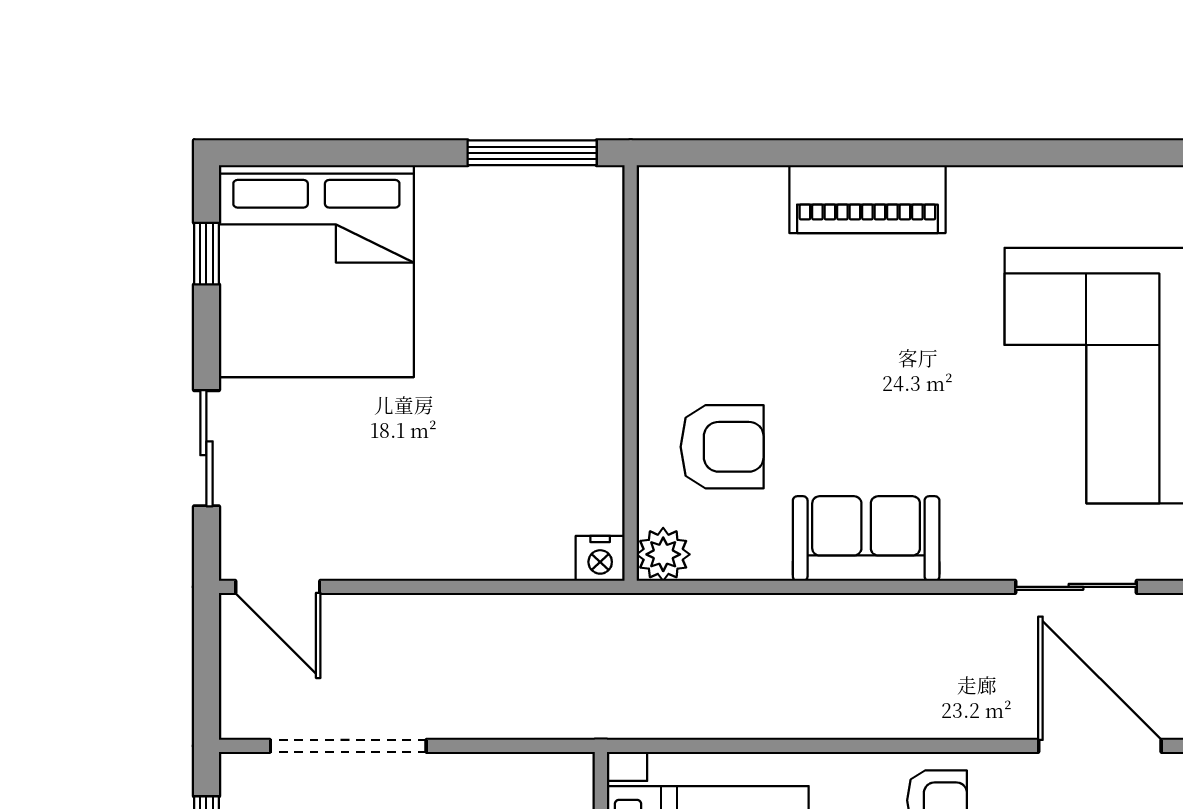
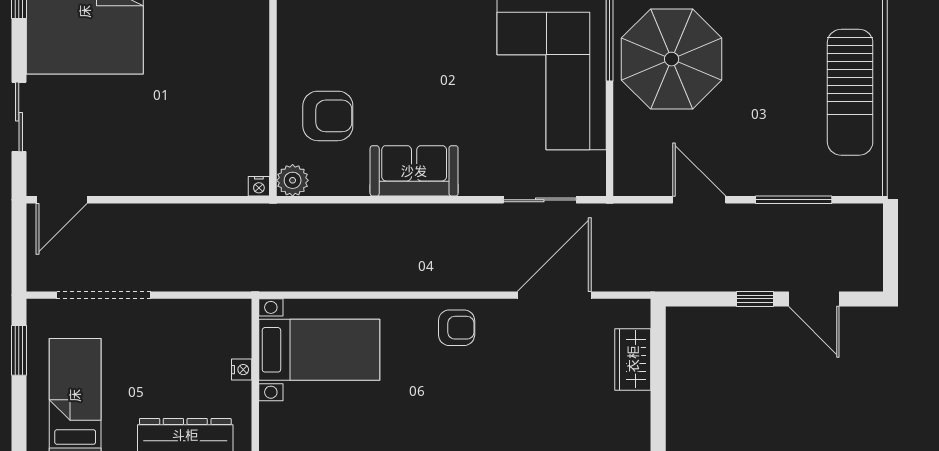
nightstand: (600, 558) -> (259, 186), width x0.72, depth x0.74
door: (278, 587) -> (62, 200), hinge flipped
door: (1100, 746) -> (554, 295), hinge flipped

